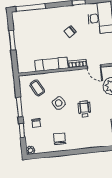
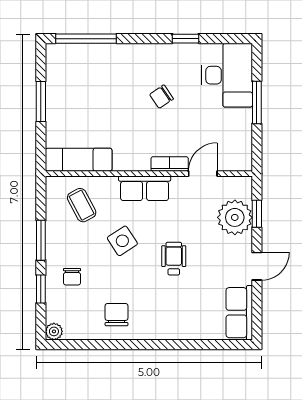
exam couch: (52, 64) -> (79, 160), moved
door: (94, 67) -> (203, 174), swing flipped
row of seats: (67, 77) -> (145, 188), added

